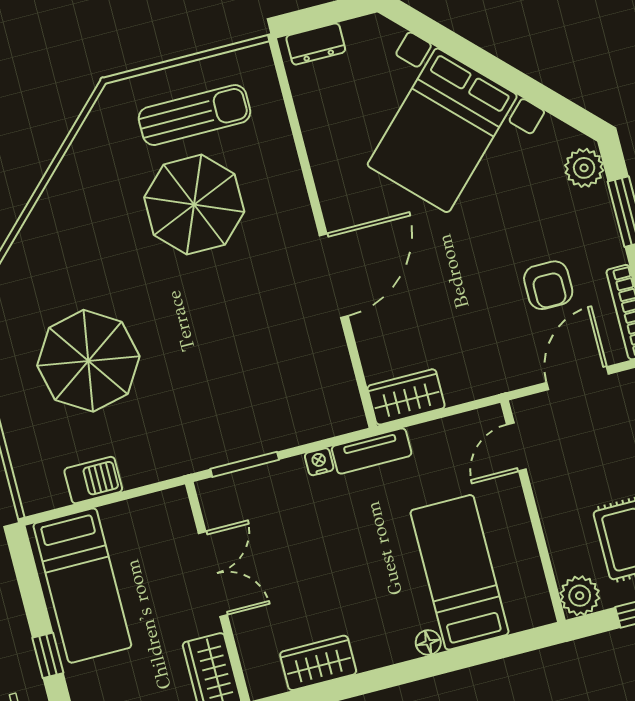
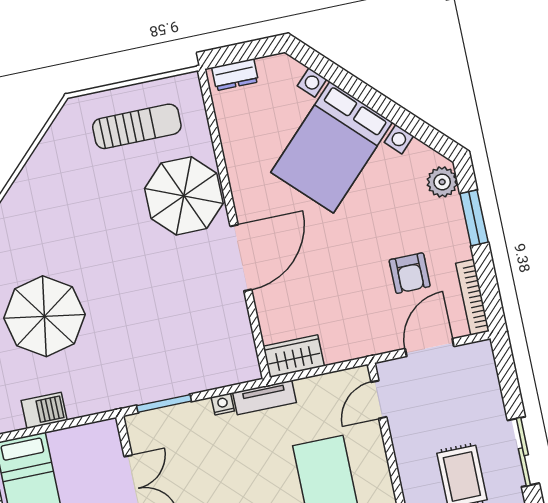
parasol: (194, 205) -> (184, 196), moved

